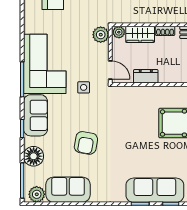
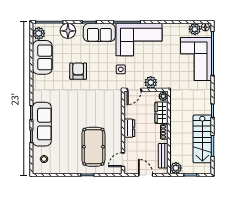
plant: (101, 35) -> (151, 82), moved
dresser: (146, 76) -> (129, 128), moved
armchair: (86, 143) -> (78, 71), turned 80

